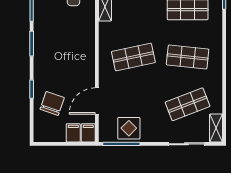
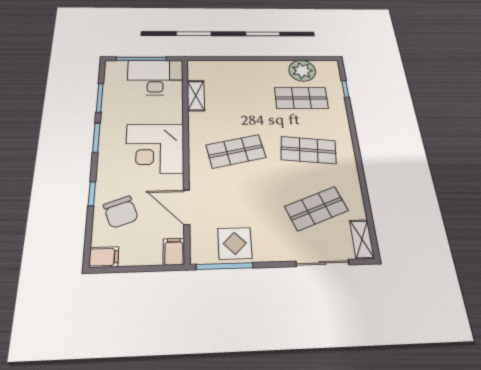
corner desk: (74, 54) -> (155, 148), added
door: (97, 101) -> (187, 207), hinge flipped
chair: (52, 103) -> (121, 212), turned 141
filing cabinet: (73, 133) -> (104, 257), moved, turned 90

